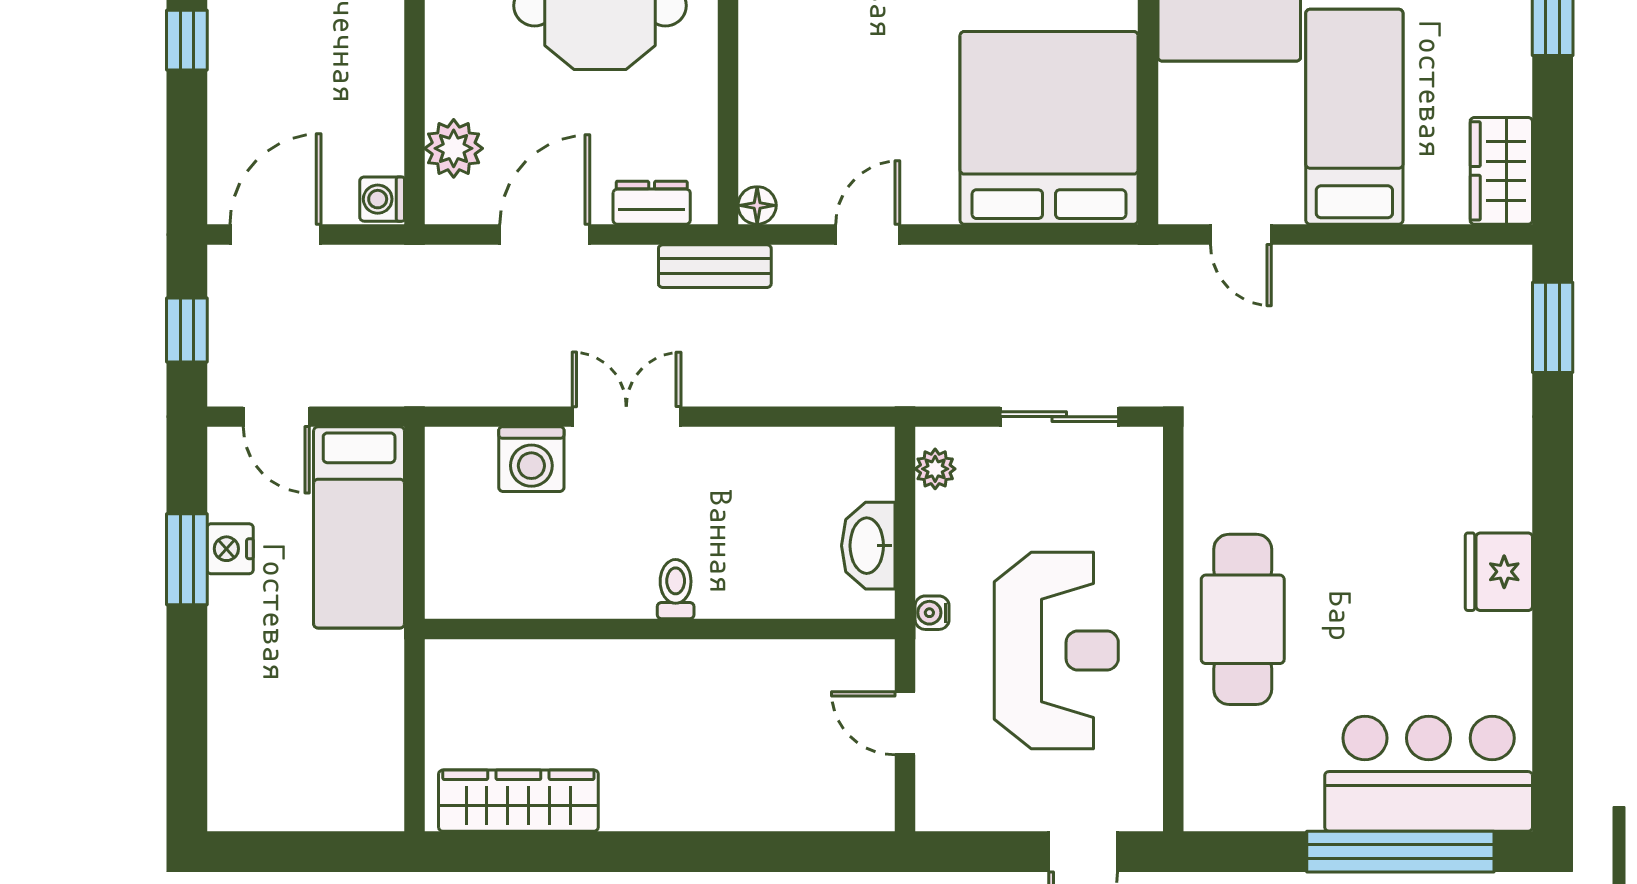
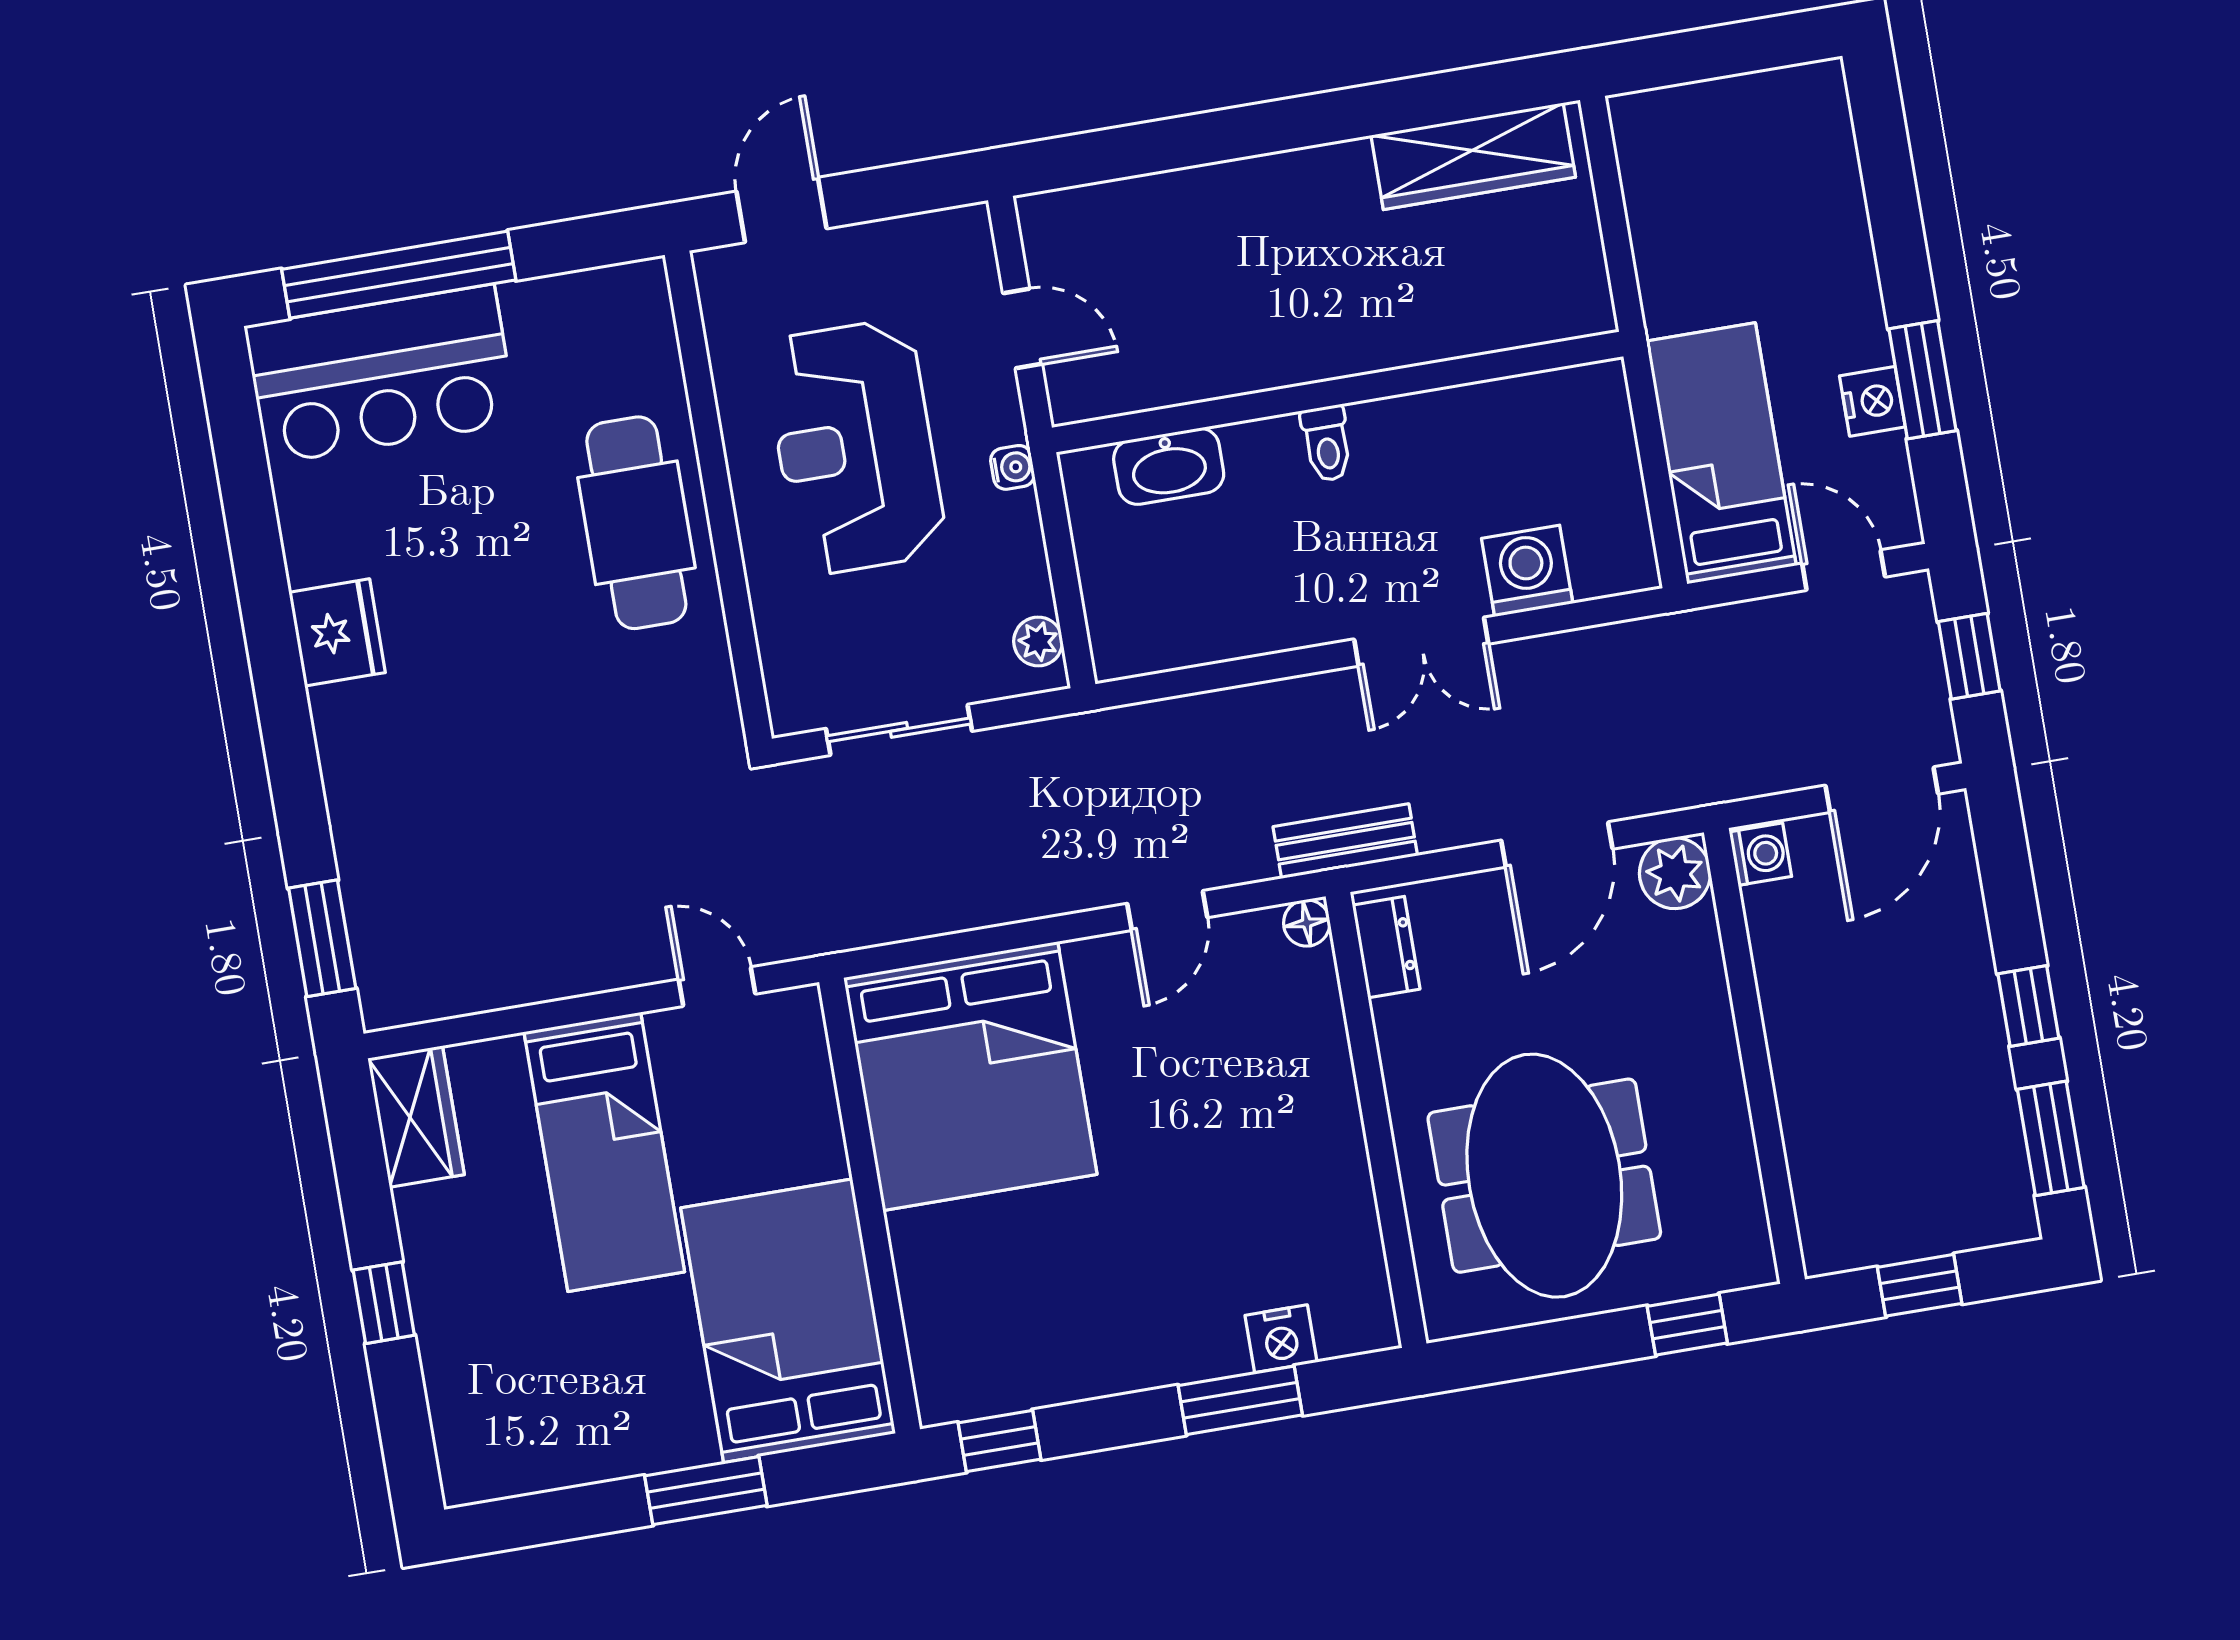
plant: (454, 148) -> (1675, 873), moved
dresser: (652, 203) -> (1386, 947), moved, turned -90
washbasin: (868, 546) -> (1169, 466), moved, turned 90

